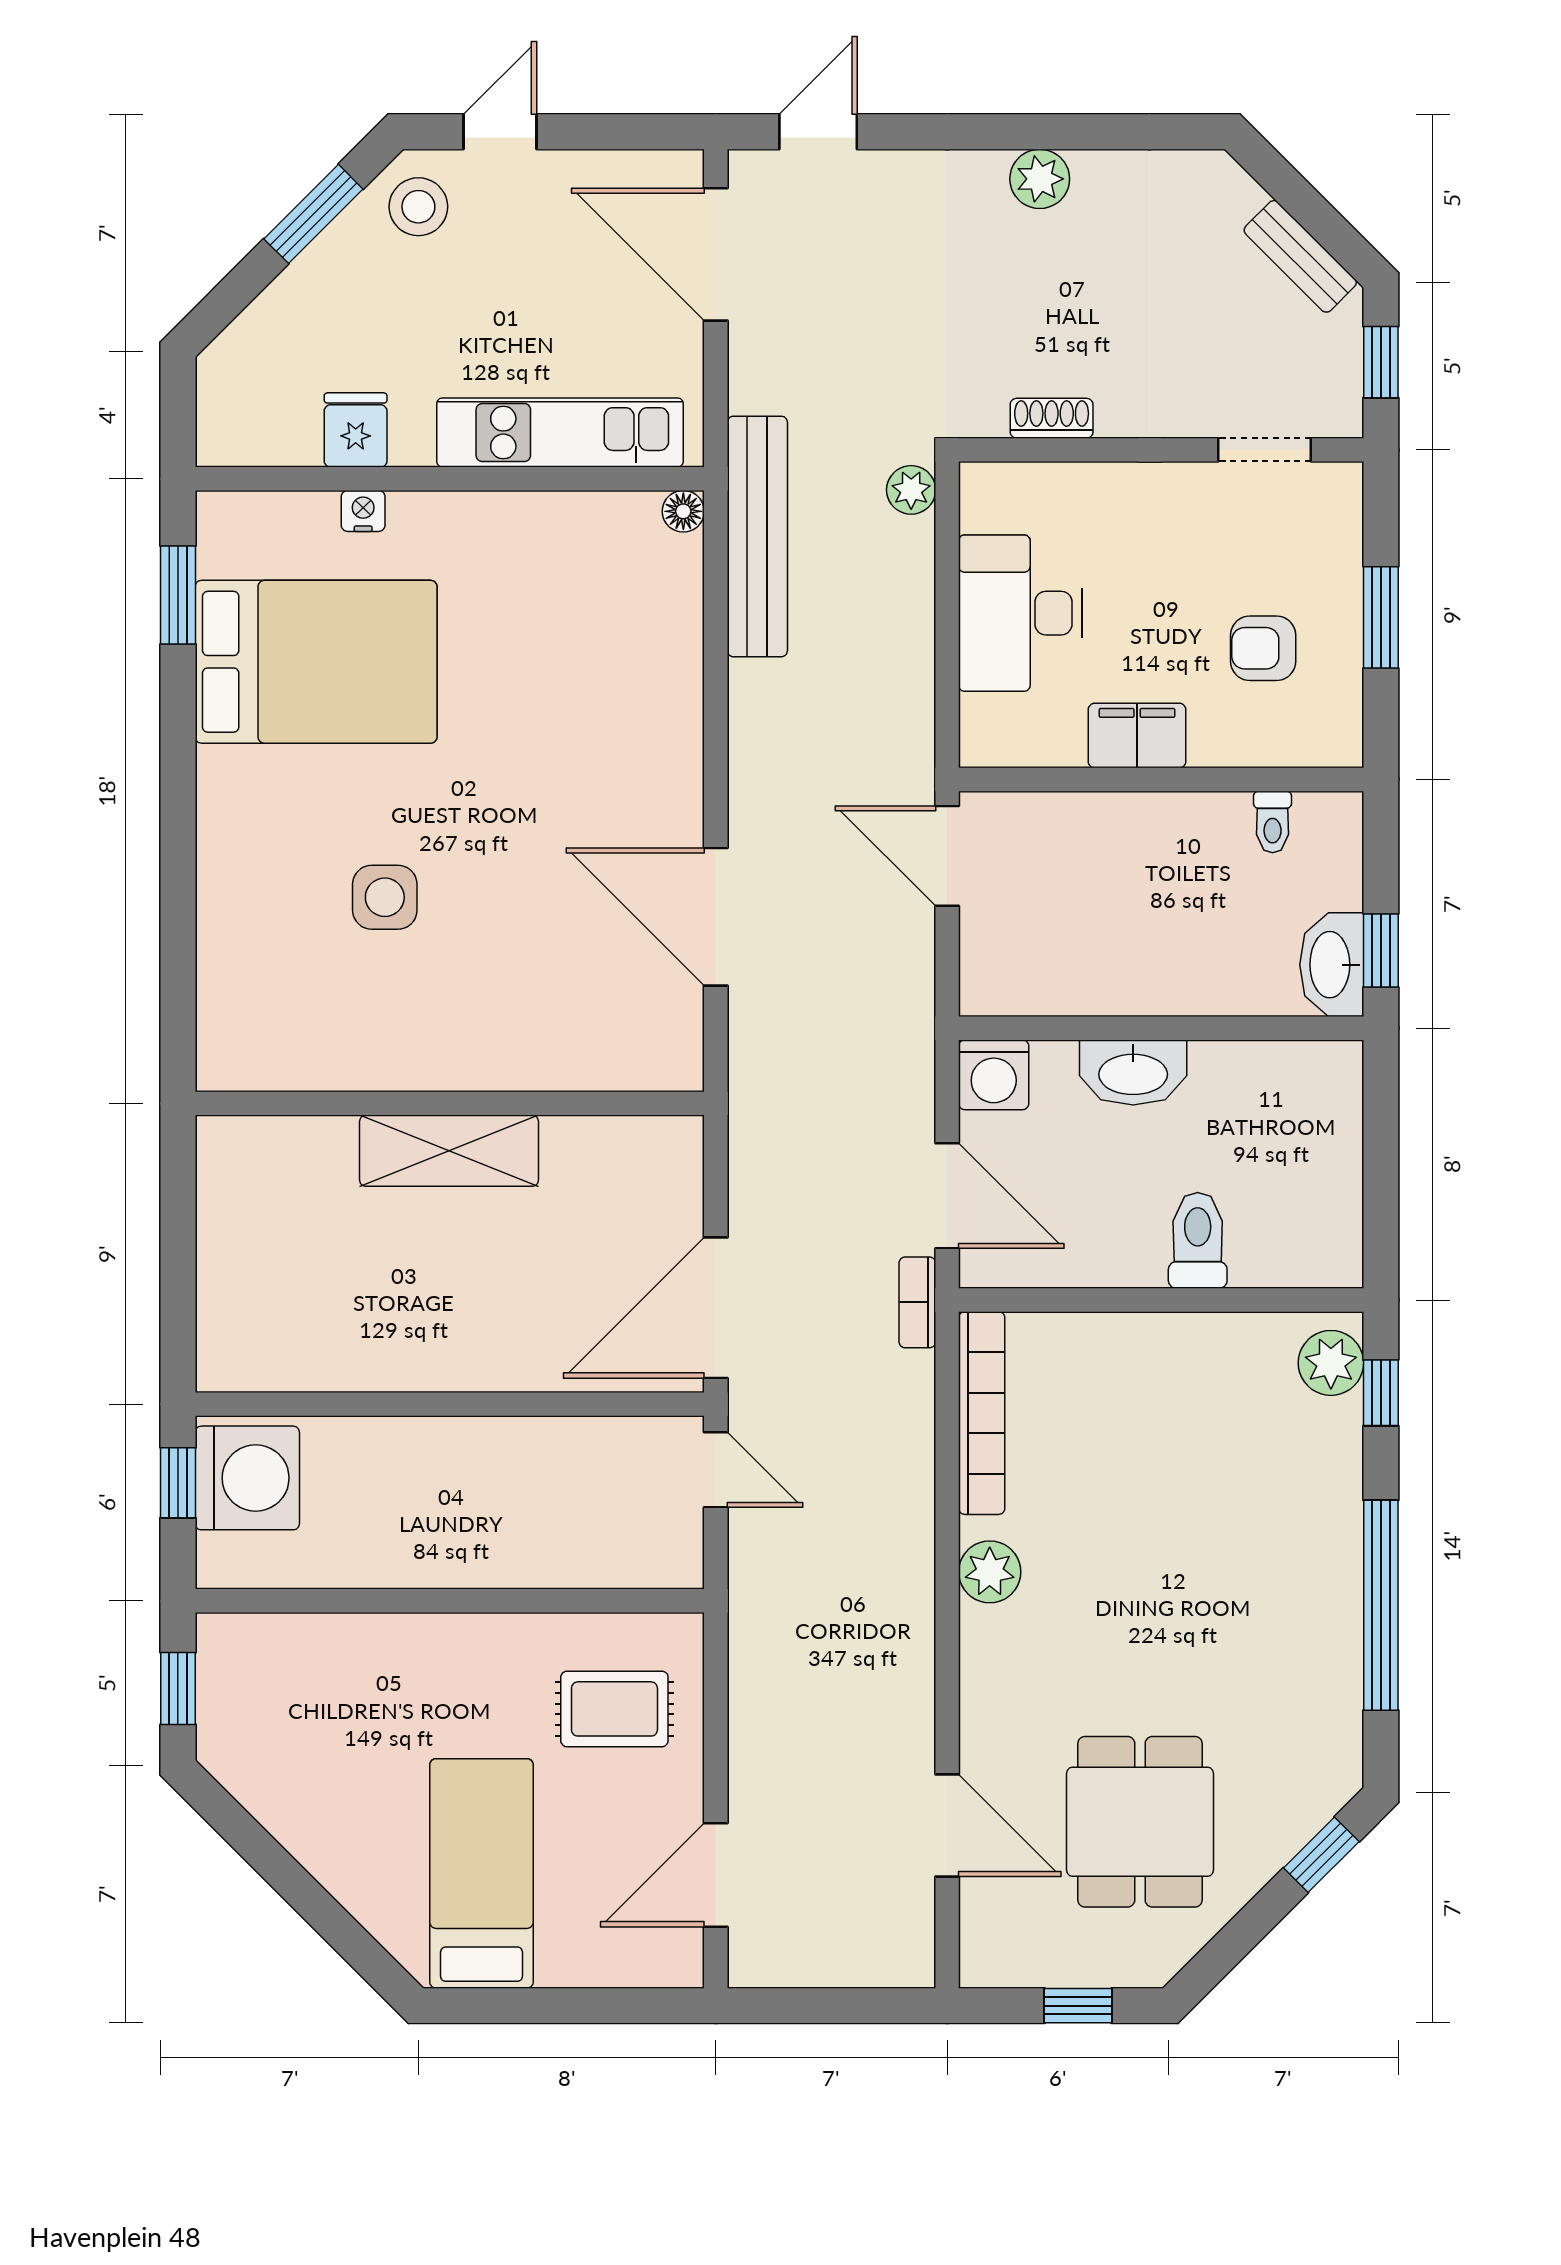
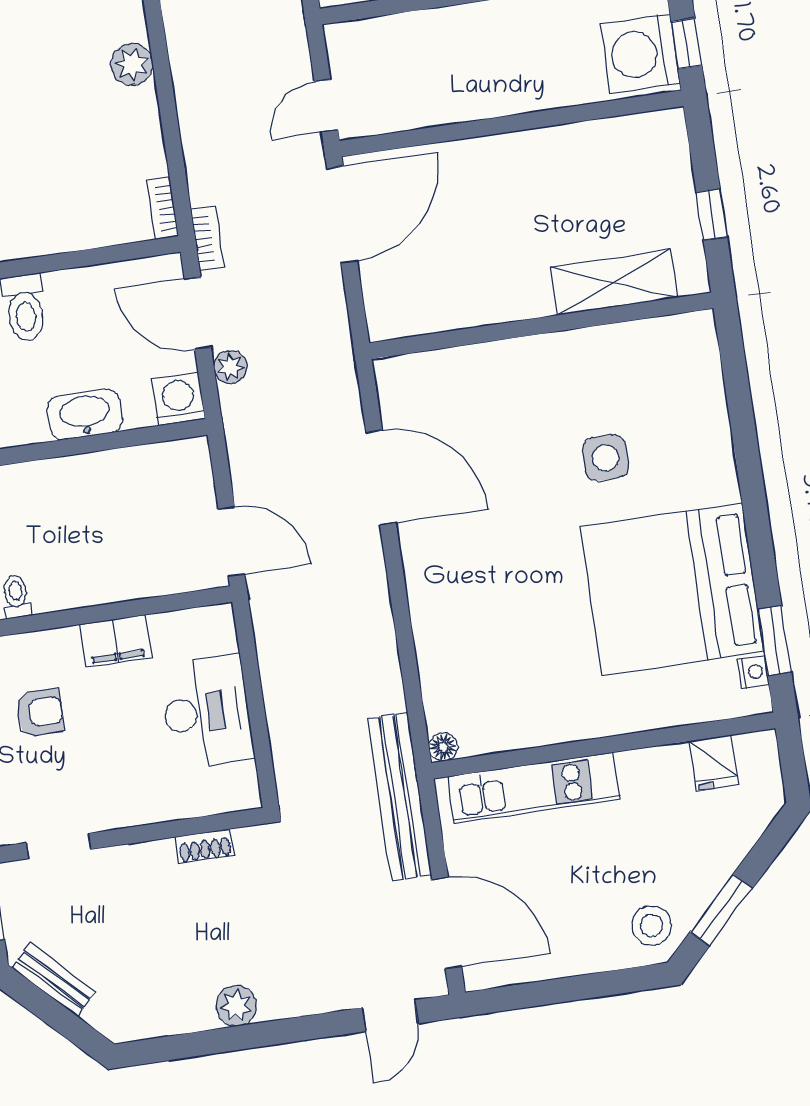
door: (500, 132) -> (604, 984), removed
fridge: (356, 430) -> (714, 763), moved
plant: (911, 490) -> (230, 367), moved
nightstand: (363, 511) -> (753, 672), moved, turned -90
bench: (757, 536) -> (400, 797), moved
bed: (316, 662) -> (672, 589), width x1.36
shelving: (449, 1151) -> (613, 283), moved
window: (178, 1228) -> (712, 215), added
bookcase: (982, 1413) -> (162, 208), width x0.43, depth x0.76
door: (716, 1470) -> (326, 106), hinge flipped

